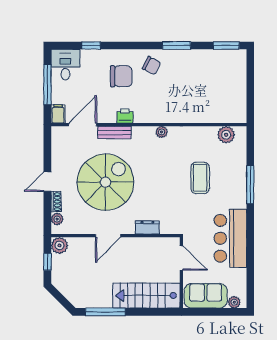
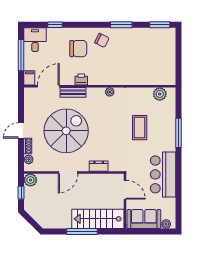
window: (105, 312) -> (82, 232), moved

